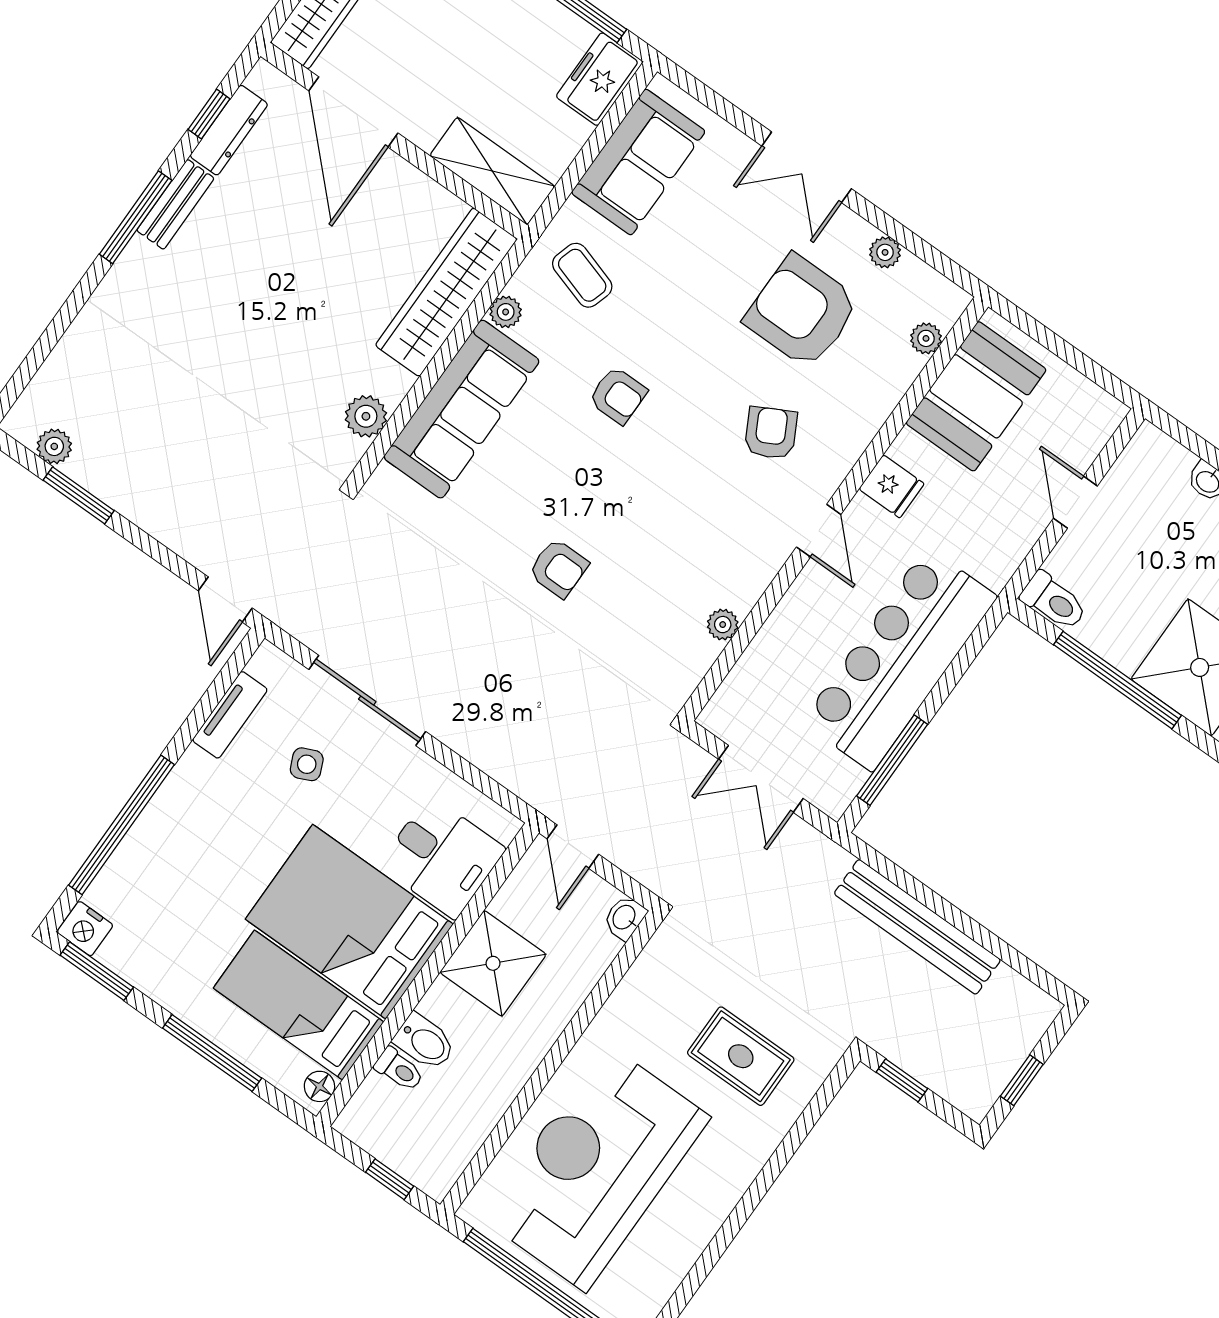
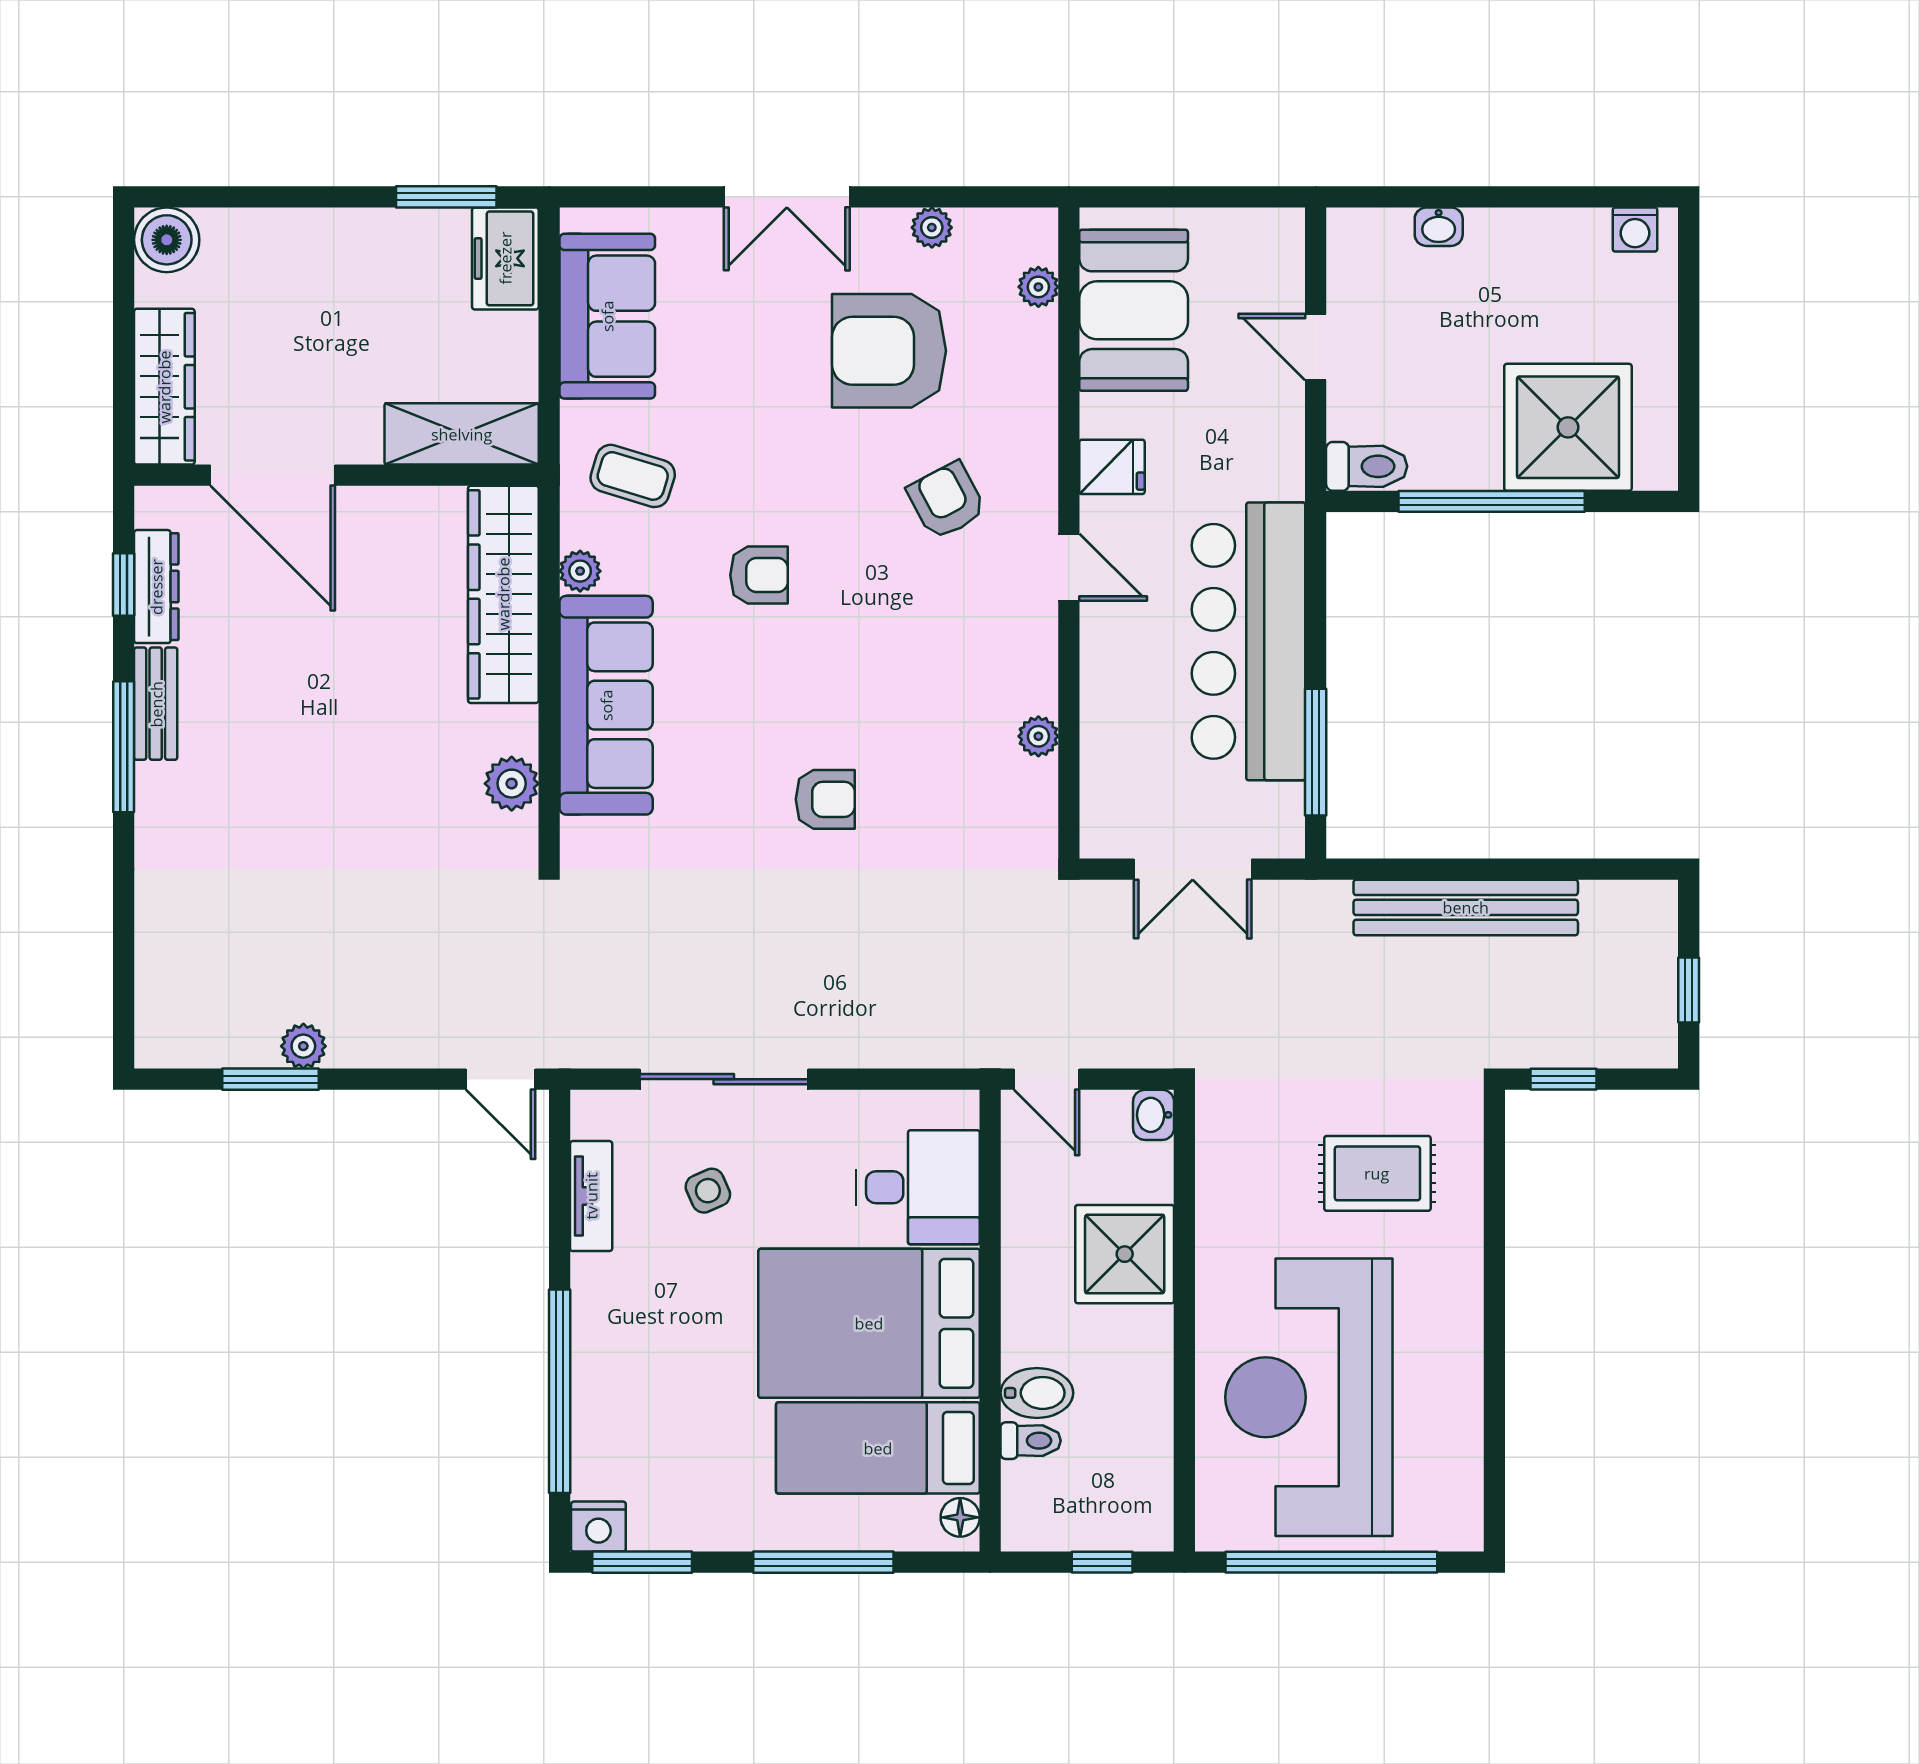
plant: (54, 446) -> (303, 1046), moved
shower: (493, 963) -> (1125, 1254), moved

